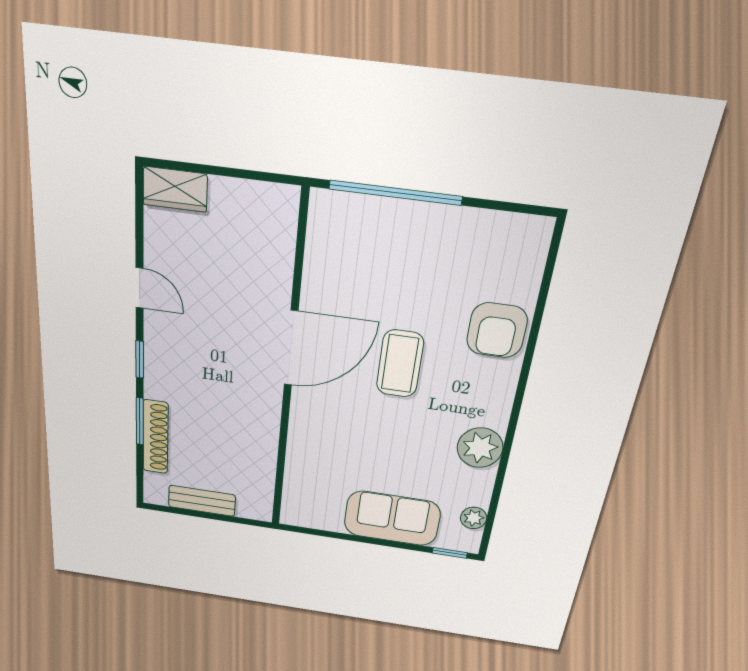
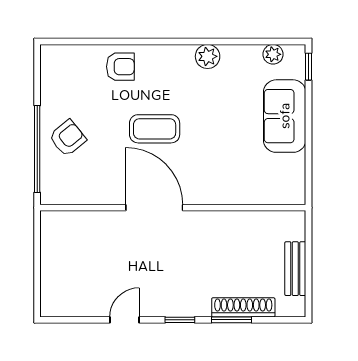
wardrobe: (175, 189) -> (53, 295), removed
armchair: (405, 241) -> (68, 138), added
armchair: (497, 330) -> (120, 67), width x0.72, depth x0.72
plant: (480, 448) -> (208, 56), width x0.73, depth x0.73

